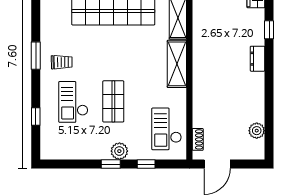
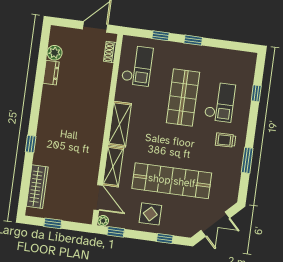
window: (36, 56) -> (247, 160), moved
dresser: (258, 59) -> (51, 73), moved
shop shelf: (113, 101) -> (183, 98), width x1.43, depth x1.36
plant: (119, 151) -> (184, 51), removed

